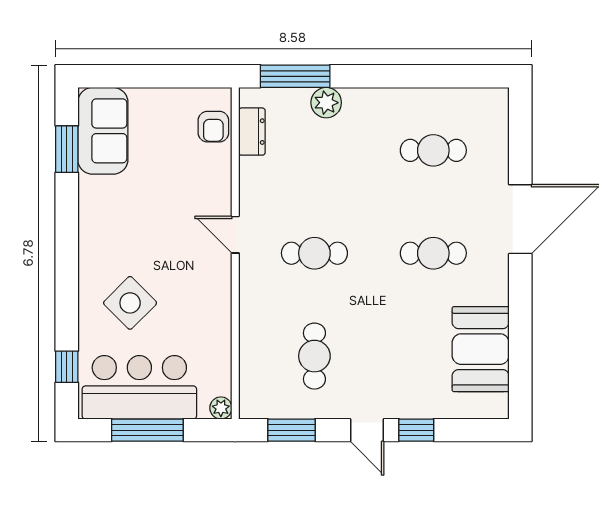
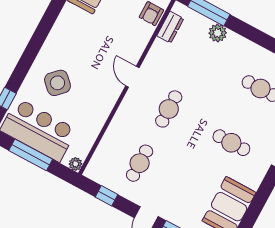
cafe table: (314, 253) -> (169, 109), turned 90
window: (292, 430) -> (107, 196), width x0.67

